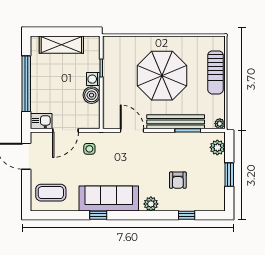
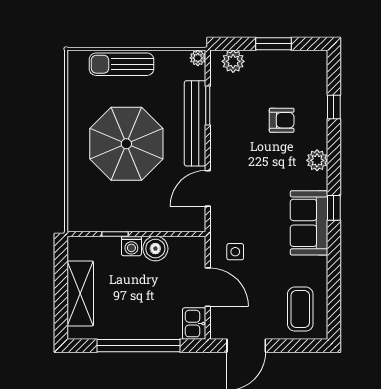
sun lounger: (216, 72) -> (122, 64), turned 180
sofa: (109, 198) -> (309, 223), width x0.73
window: (98, 215) -> (334, 208), moved

